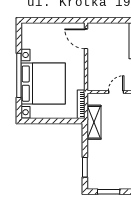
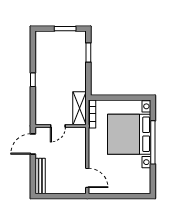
shelving: (94, 122) -> (79, 108), moved

